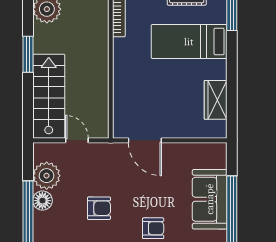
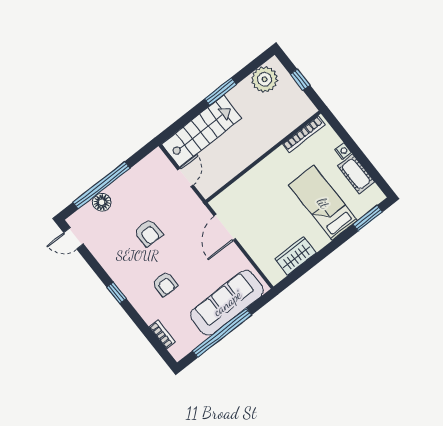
plant: (47, 176) -> (142, 175), removed
sofa: (210, 199) -> (227, 303), width x1.36
floor lamp: (42, 201) -> (102, 202), moved

